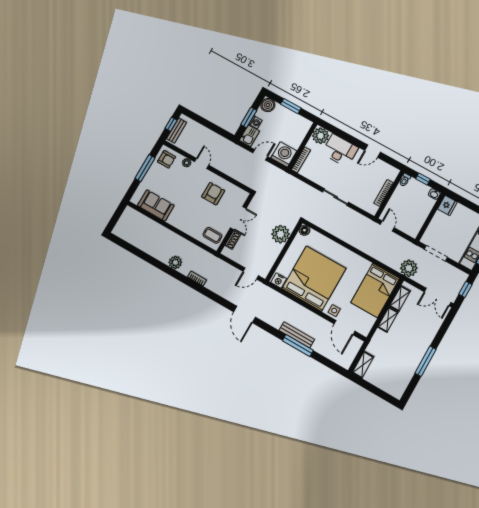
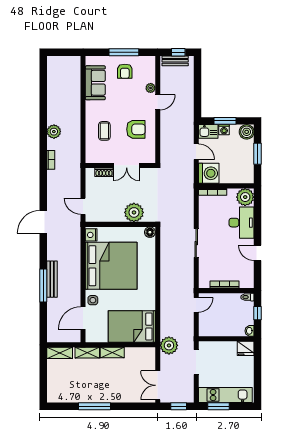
armchair: (166, 159) -> (125, 71), moved
coffee table: (212, 235) -> (104, 131), moved
shelving: (400, 299) -> (87, 353), moved

